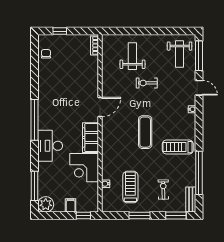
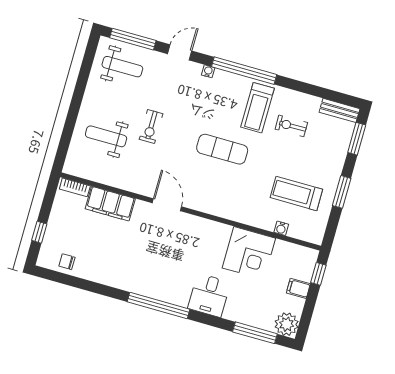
filing cabinet: (91, 138) -> (110, 204), moved
desk: (50, 146) -> (209, 295), width x0.73
window: (199, 173) -> (244, 71), moved
exercise bike: (163, 190) -> (291, 126), moved

